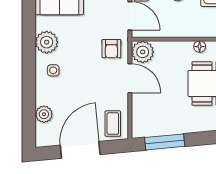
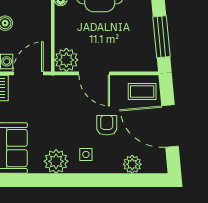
armchair: (111, 49) -> (107, 125), moved, turned -90
door: (130, 78) -> (94, 73), swing flipped

